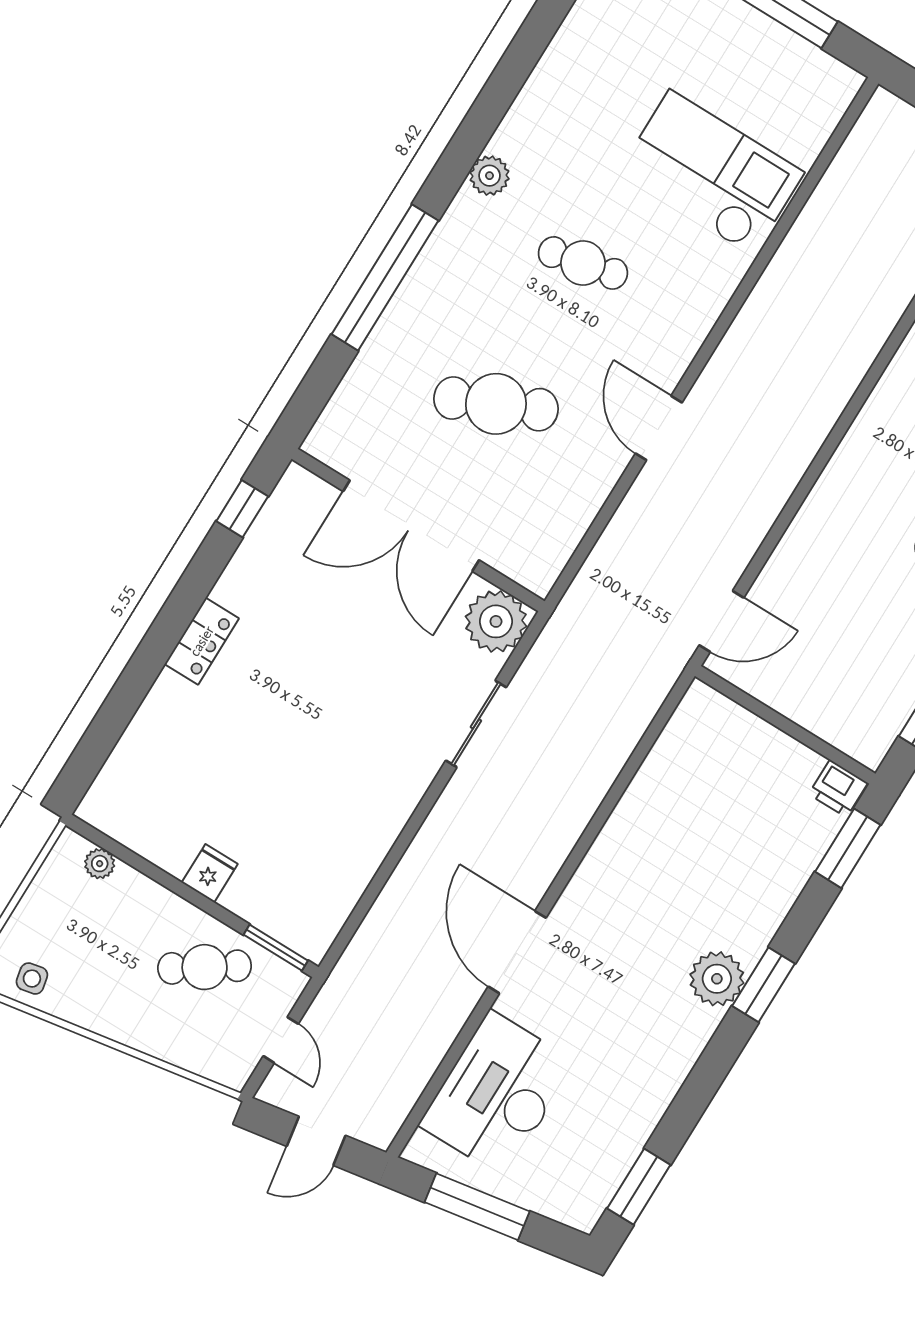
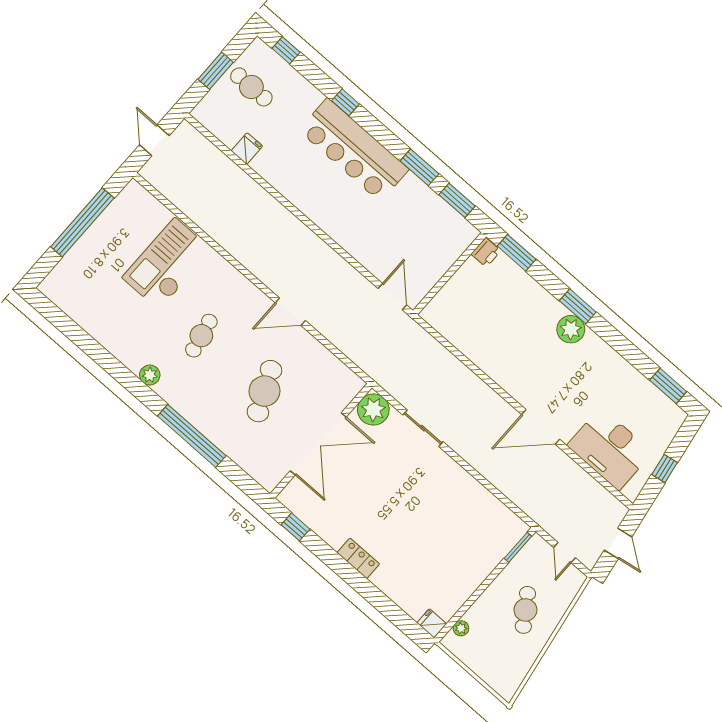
fridge: (210, 873) -> (432, 623), moved
cafe table: (205, 967) -> (525, 610), moved
side table: (32, 979) -> (513, 672), removed
door: (281, 1040) -> (565, 553), swing flipped
window: (477, 1207) -> (665, 468), width x0.46

